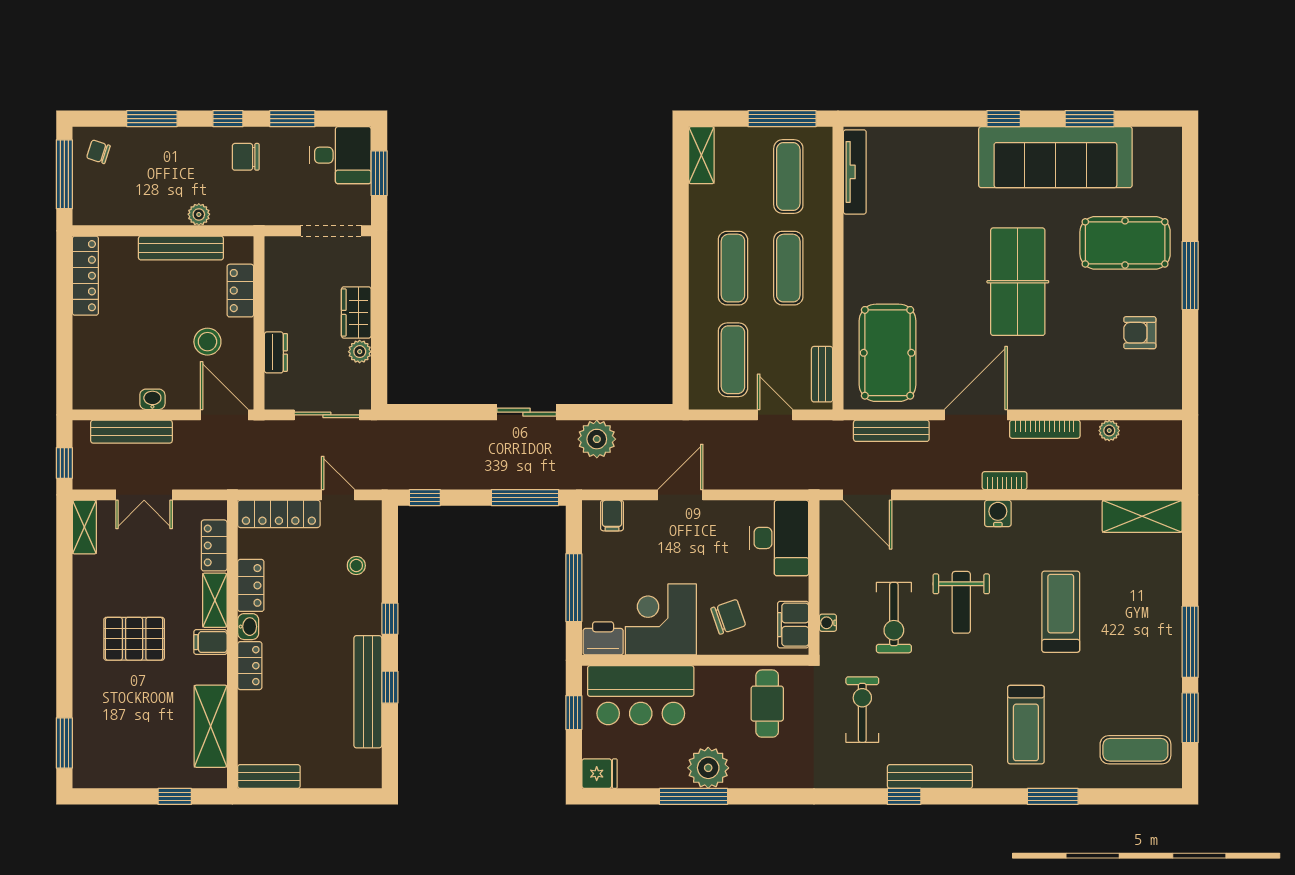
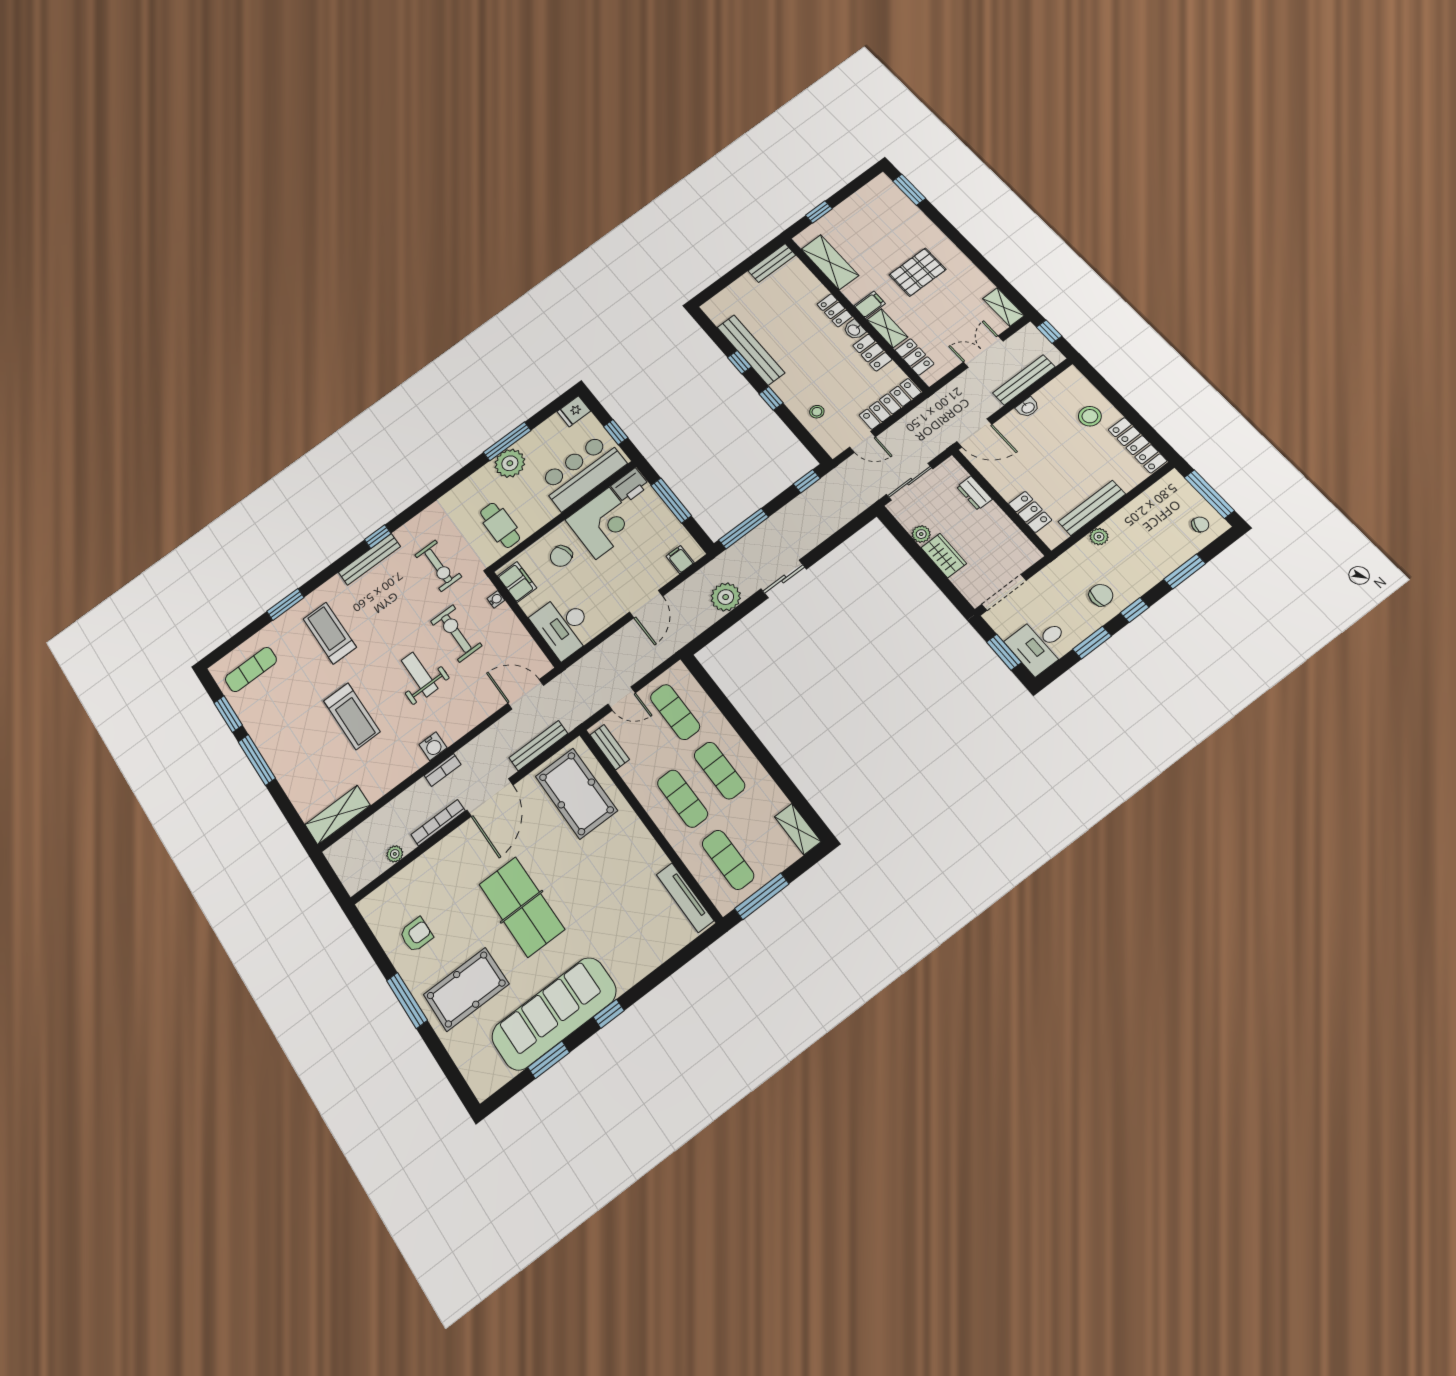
stool: (207, 342) -> (1090, 416), moved

